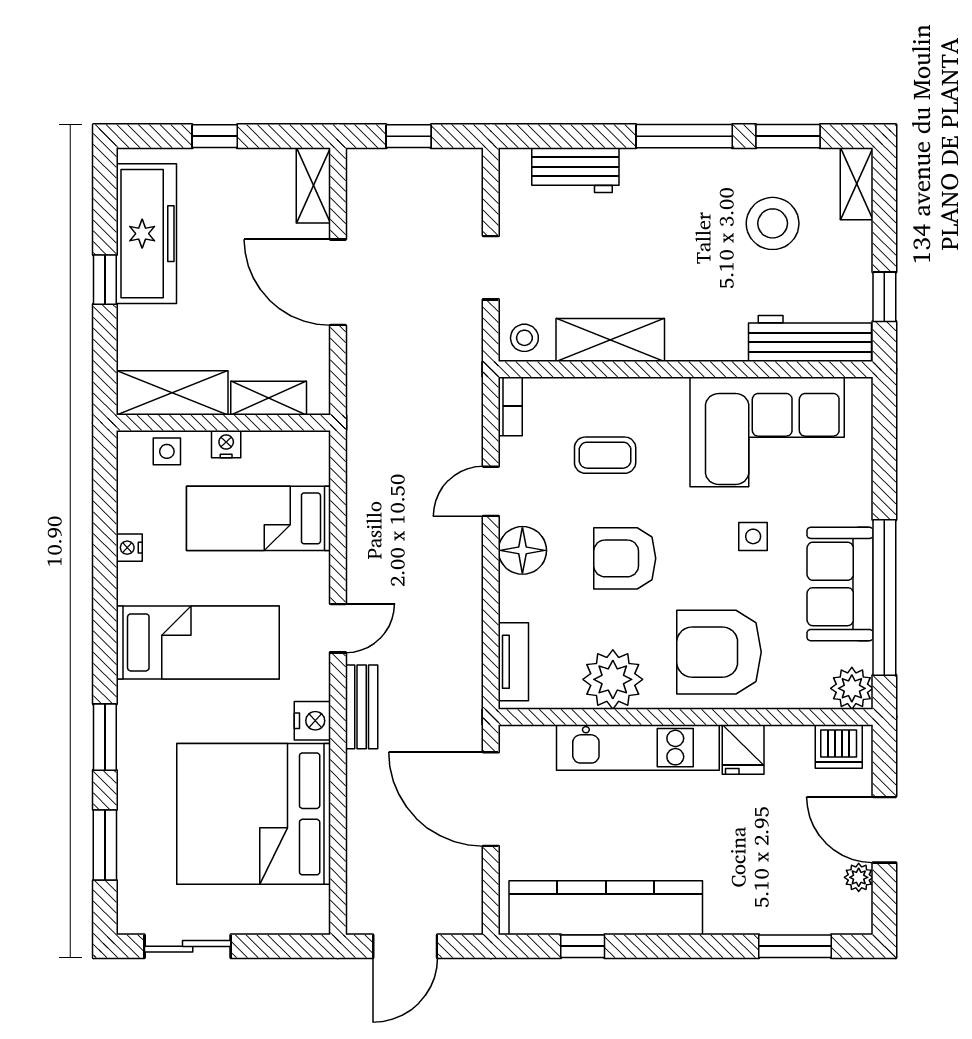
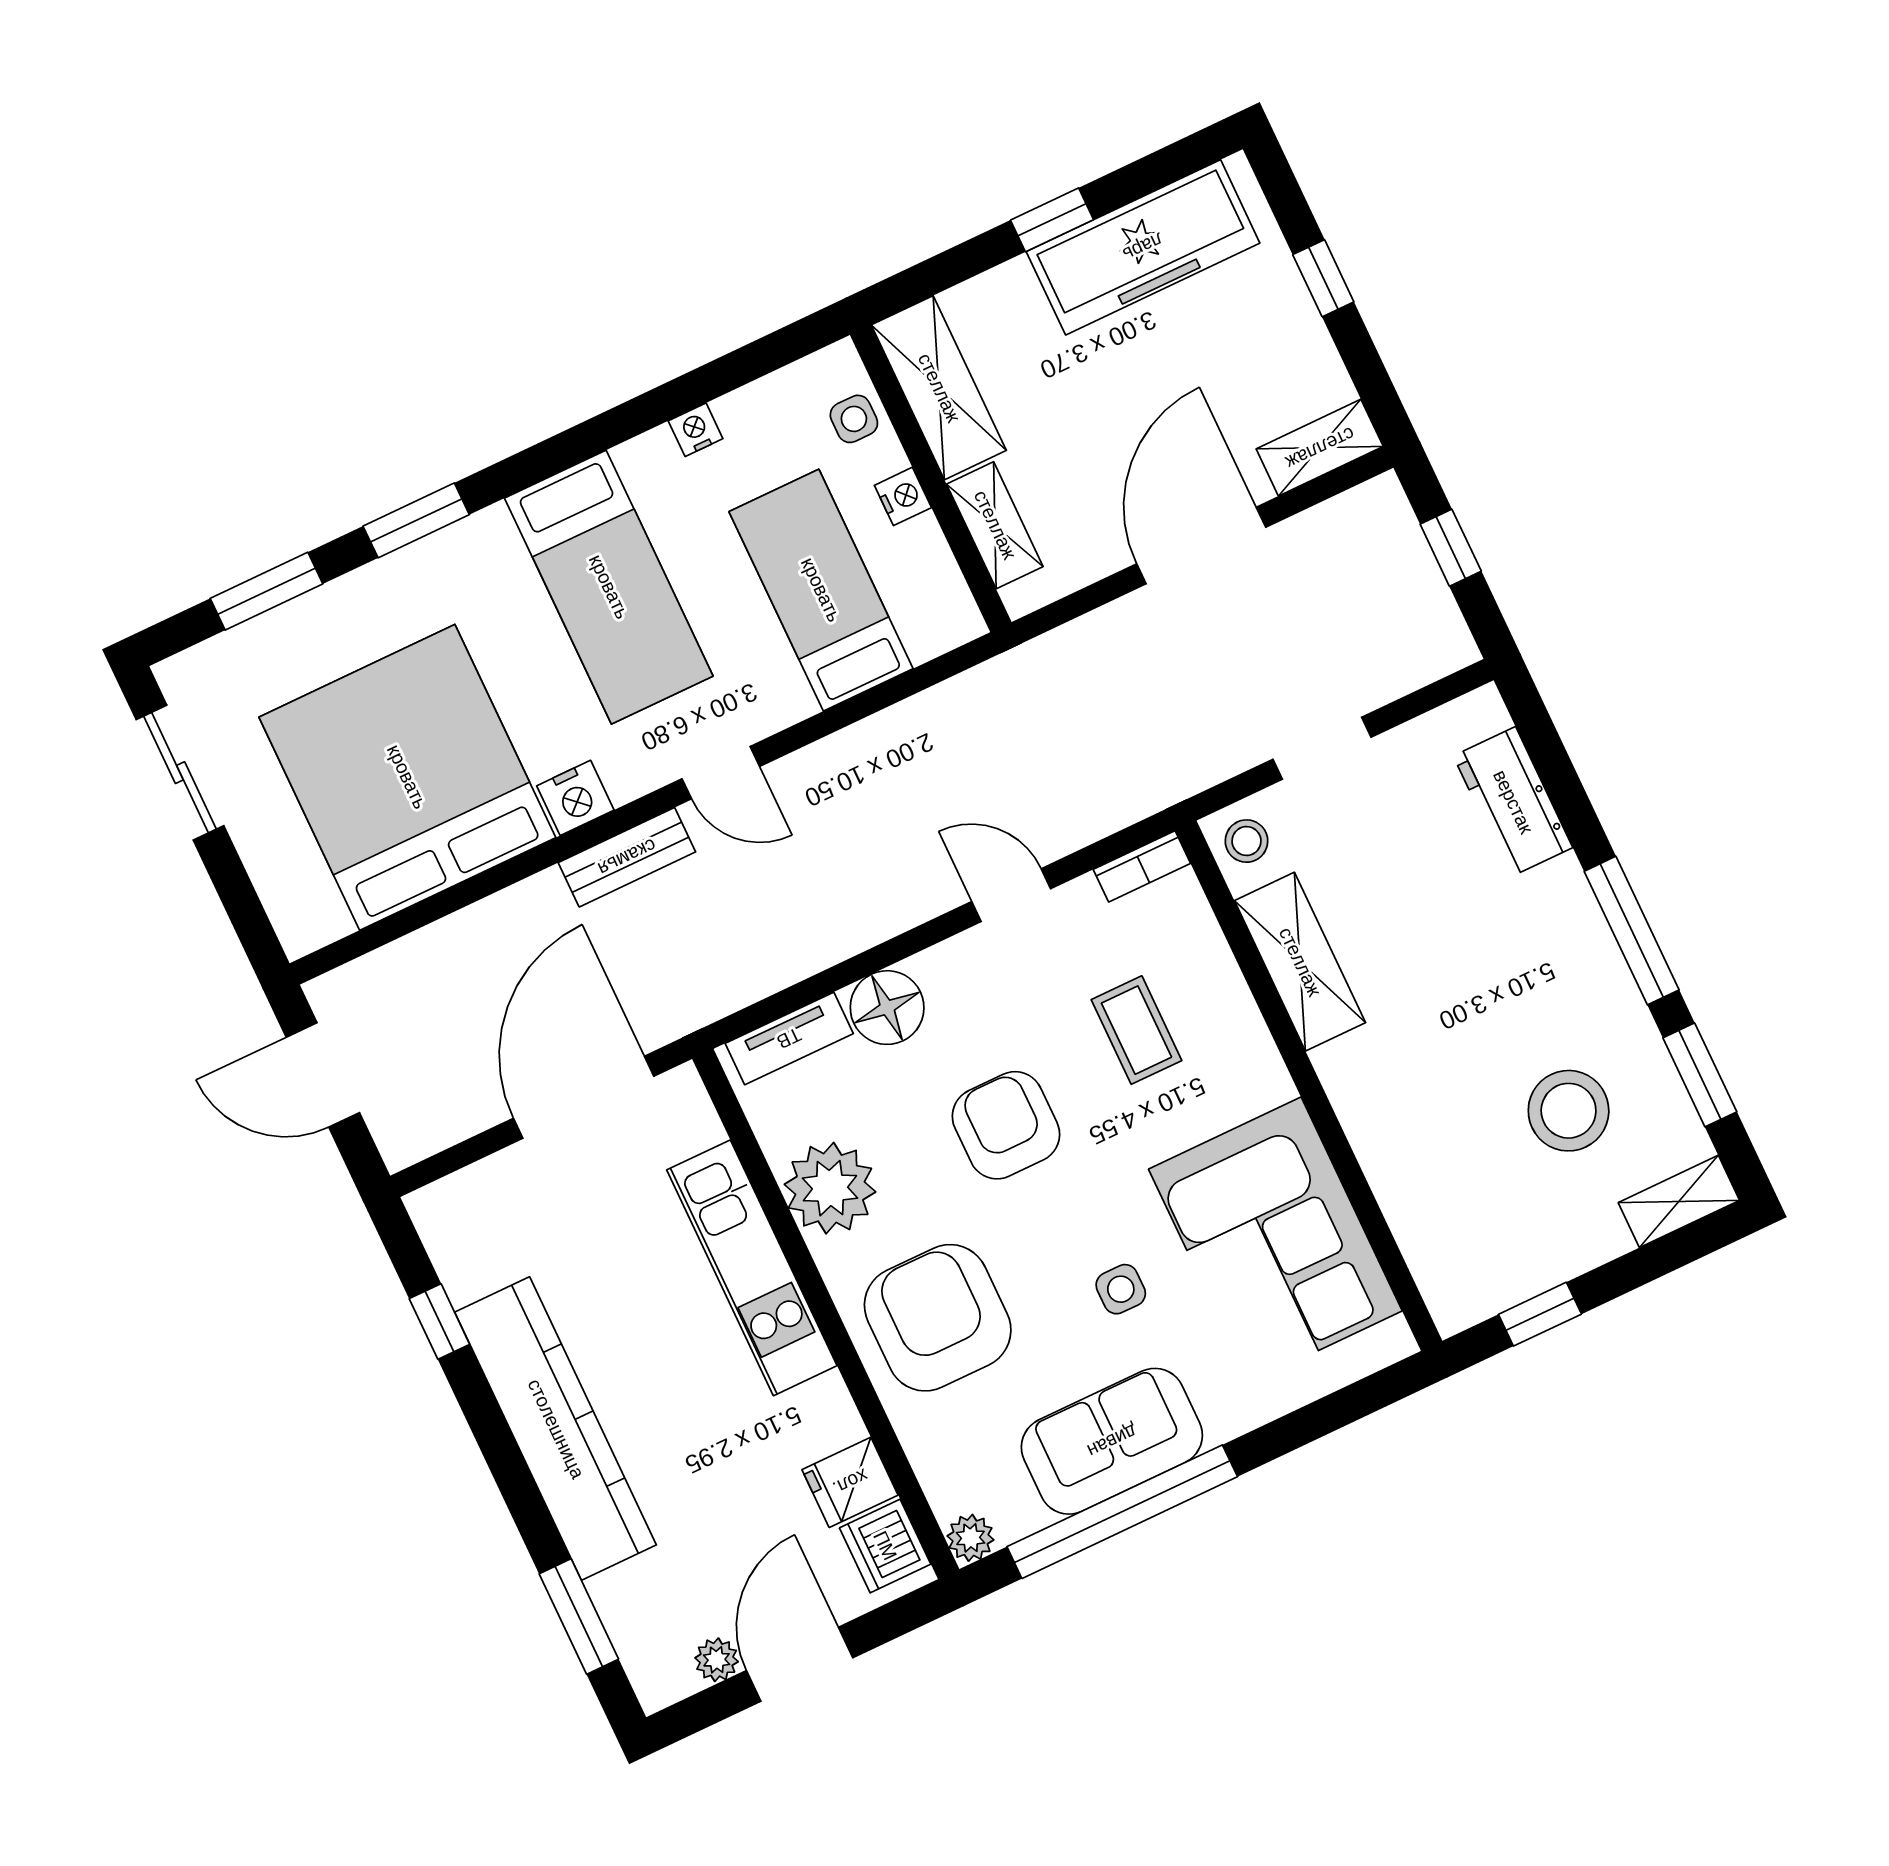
workbench: (810, 339) -> (1433, 1238), removed
floor lamp: (522, 550) -> (887, 1008), moved
plant: (852, 688) -> (970, 1538), width x0.73, depth x0.73
fridge: (743, 749) -> (850, 1482), moved
kitchen counter: (606, 908) -> (556, 1429), moved

